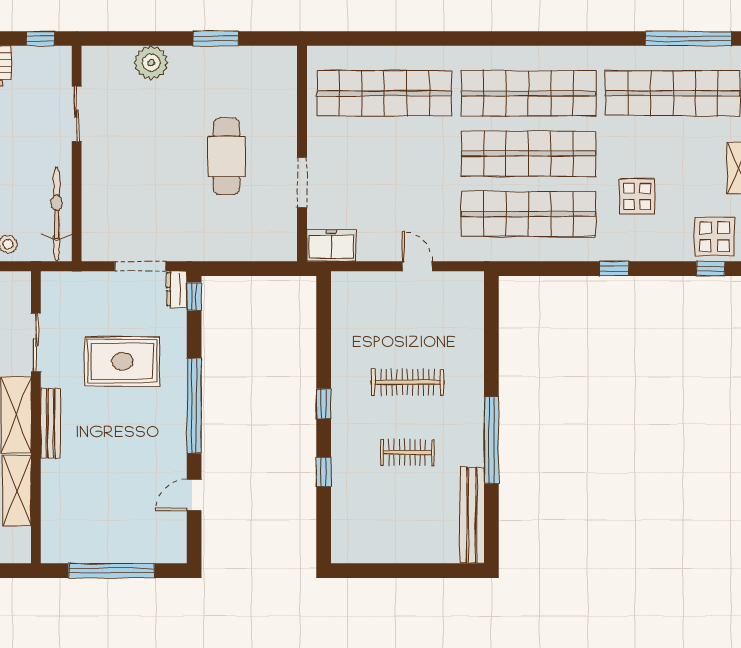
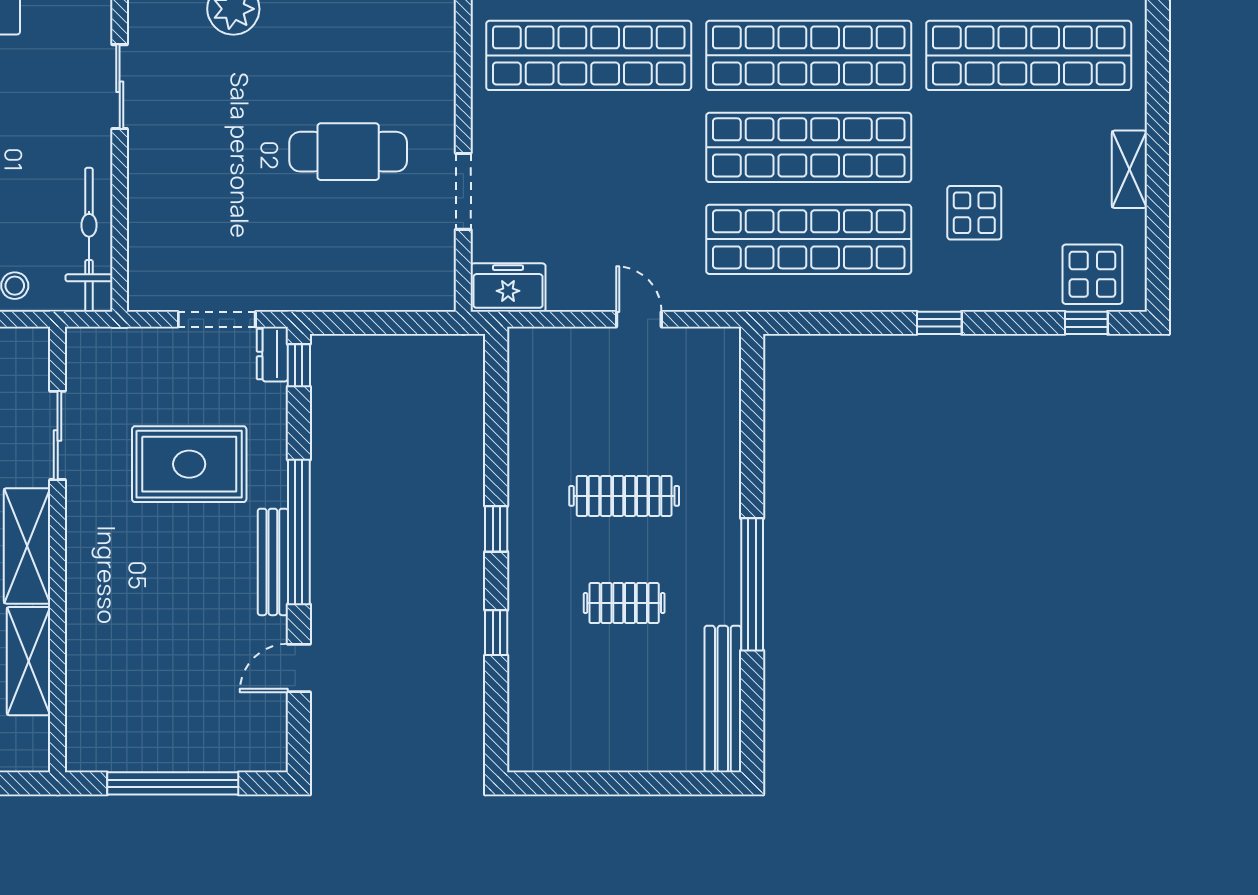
cafe table: (227, 156) -> (348, 152), turned 90
bench: (51, 423) -> (273, 562), moved

